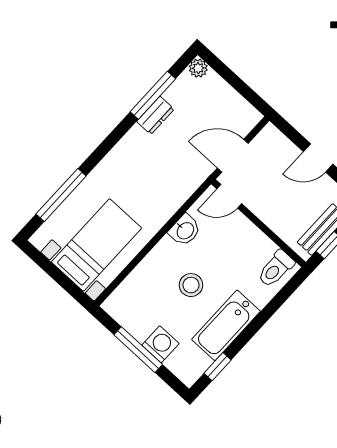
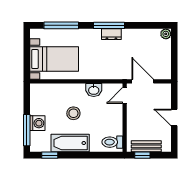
window: (153, 95) -> (109, 25), moved
dresser: (155, 115) -> (111, 34), moved
door: (229, 196) -> (125, 95), hinge flipped
window: (138, 350) -> (27, 130), moved

